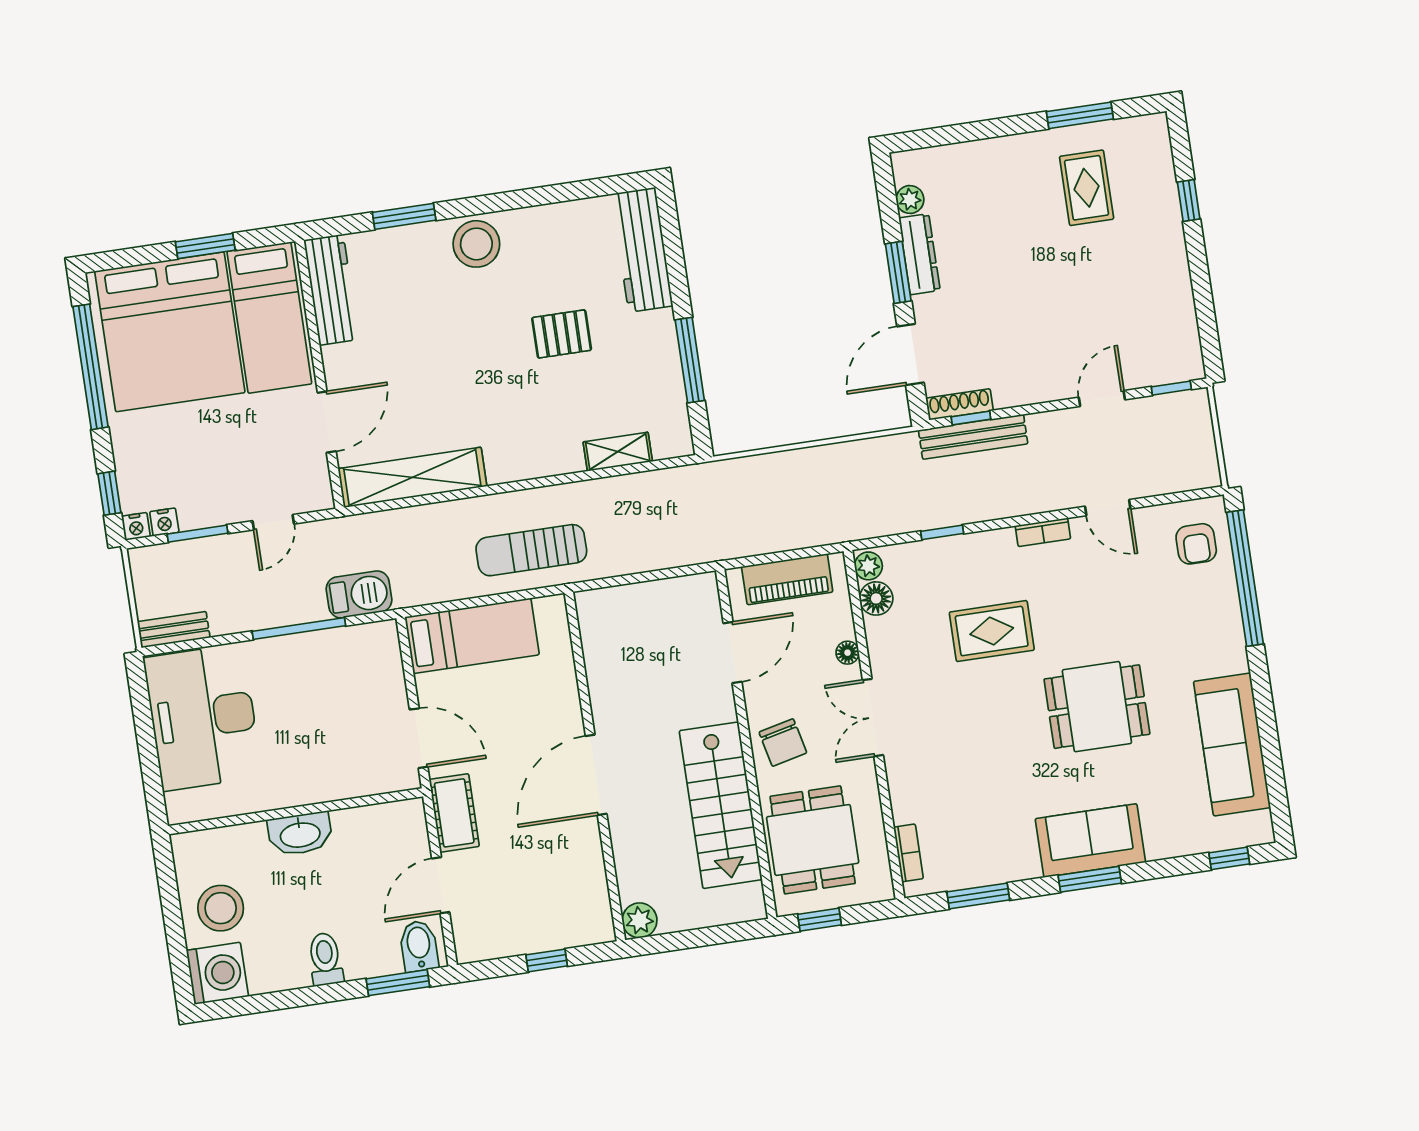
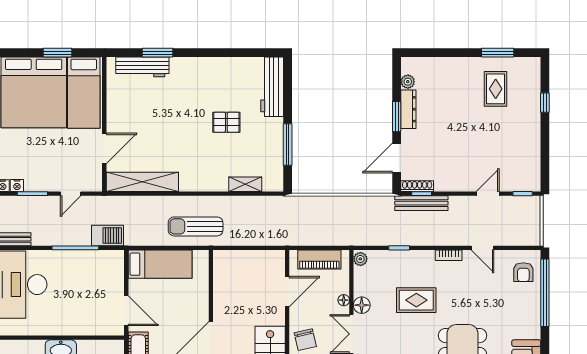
stool: (476, 244) -> (191, 72), removed
workbench: (331, 290) -> (142, 67), moved, turned 90
floor lamp: (876, 598) -> (362, 305), moved

